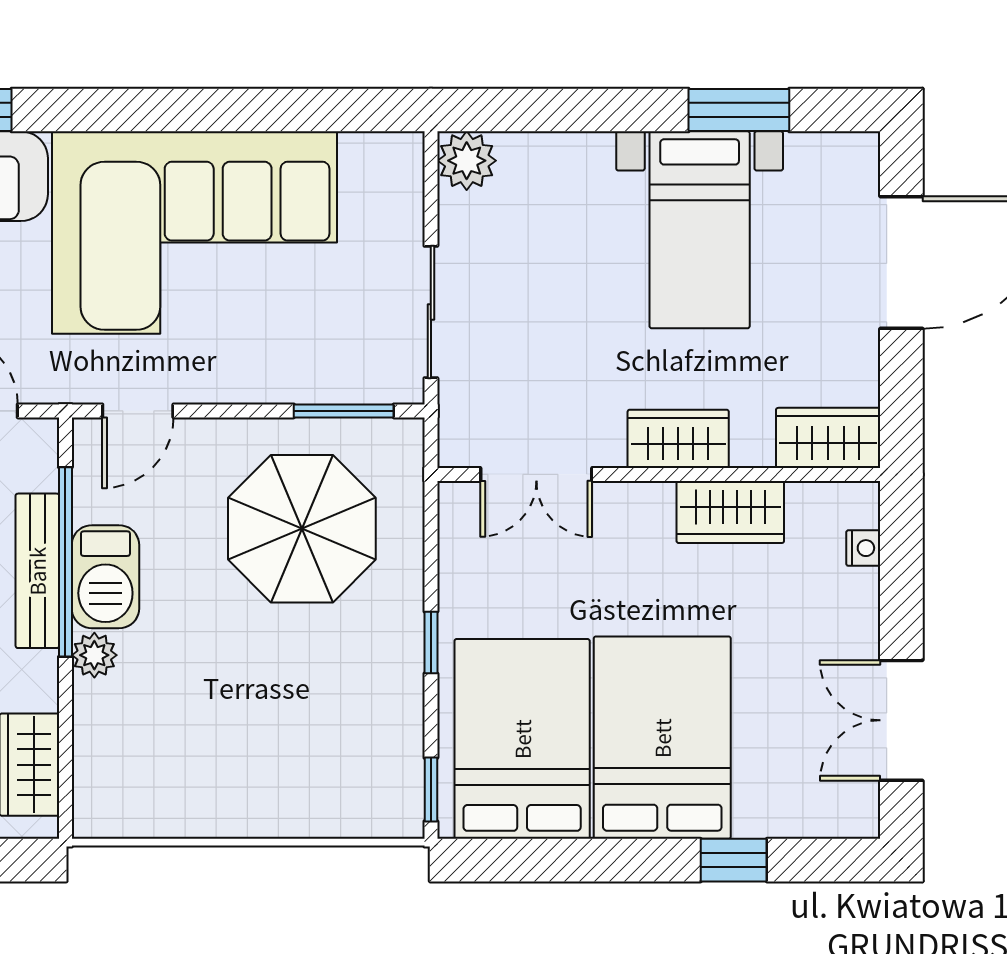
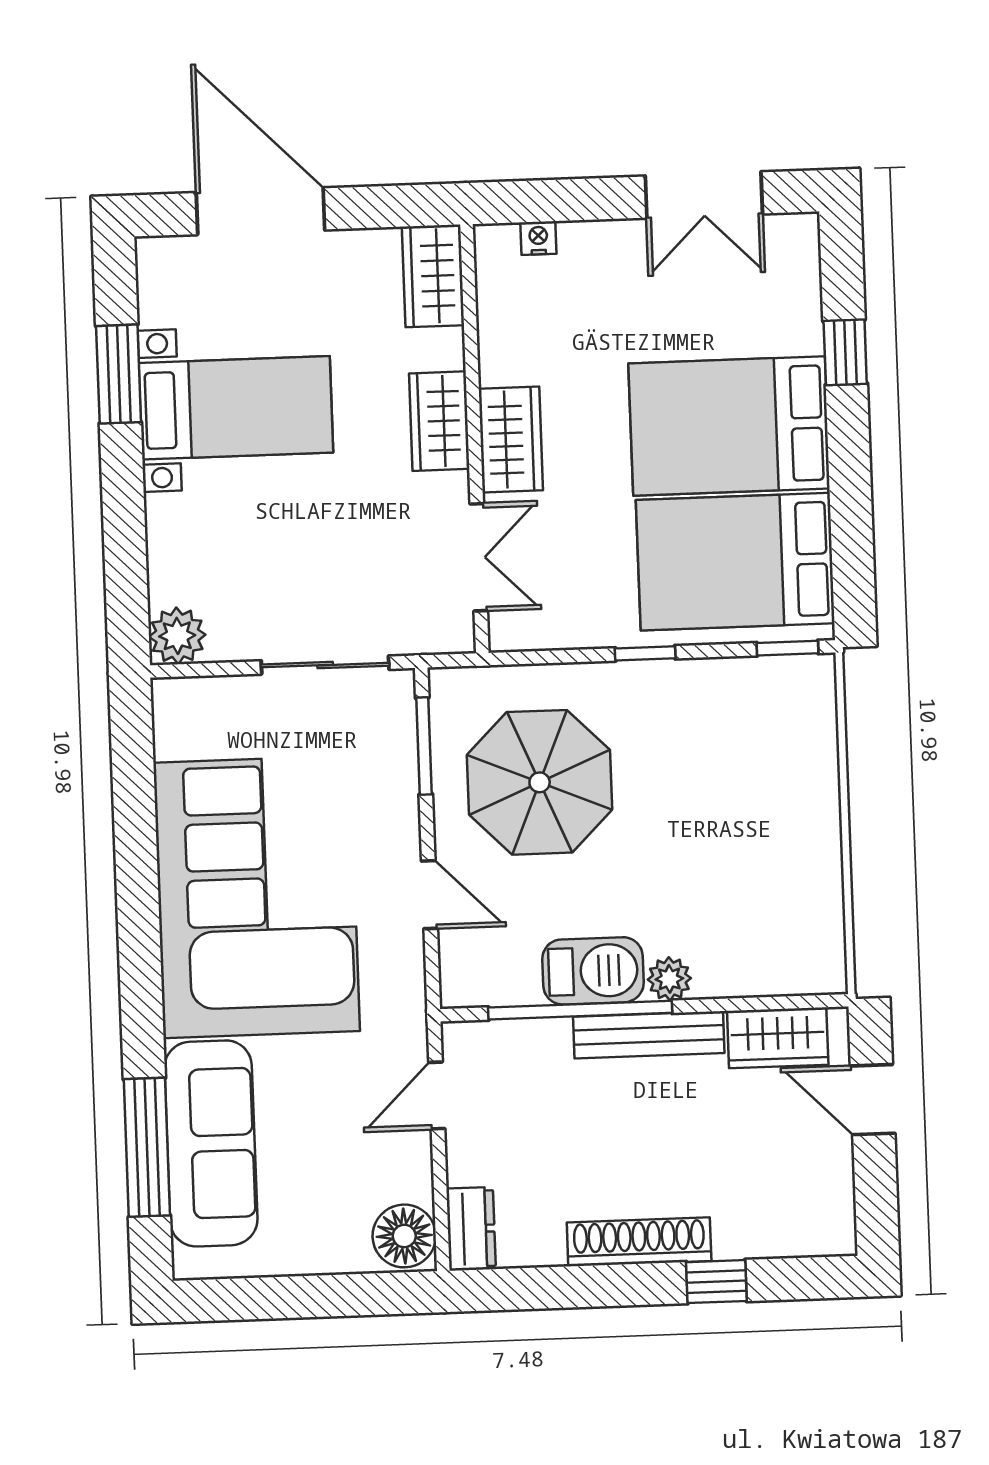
door: (138, 411) -> (429, 895), moved
wardrobe: (730, 512) -> (511, 439), moved
bench: (37, 571) -> (649, 1035), moved

